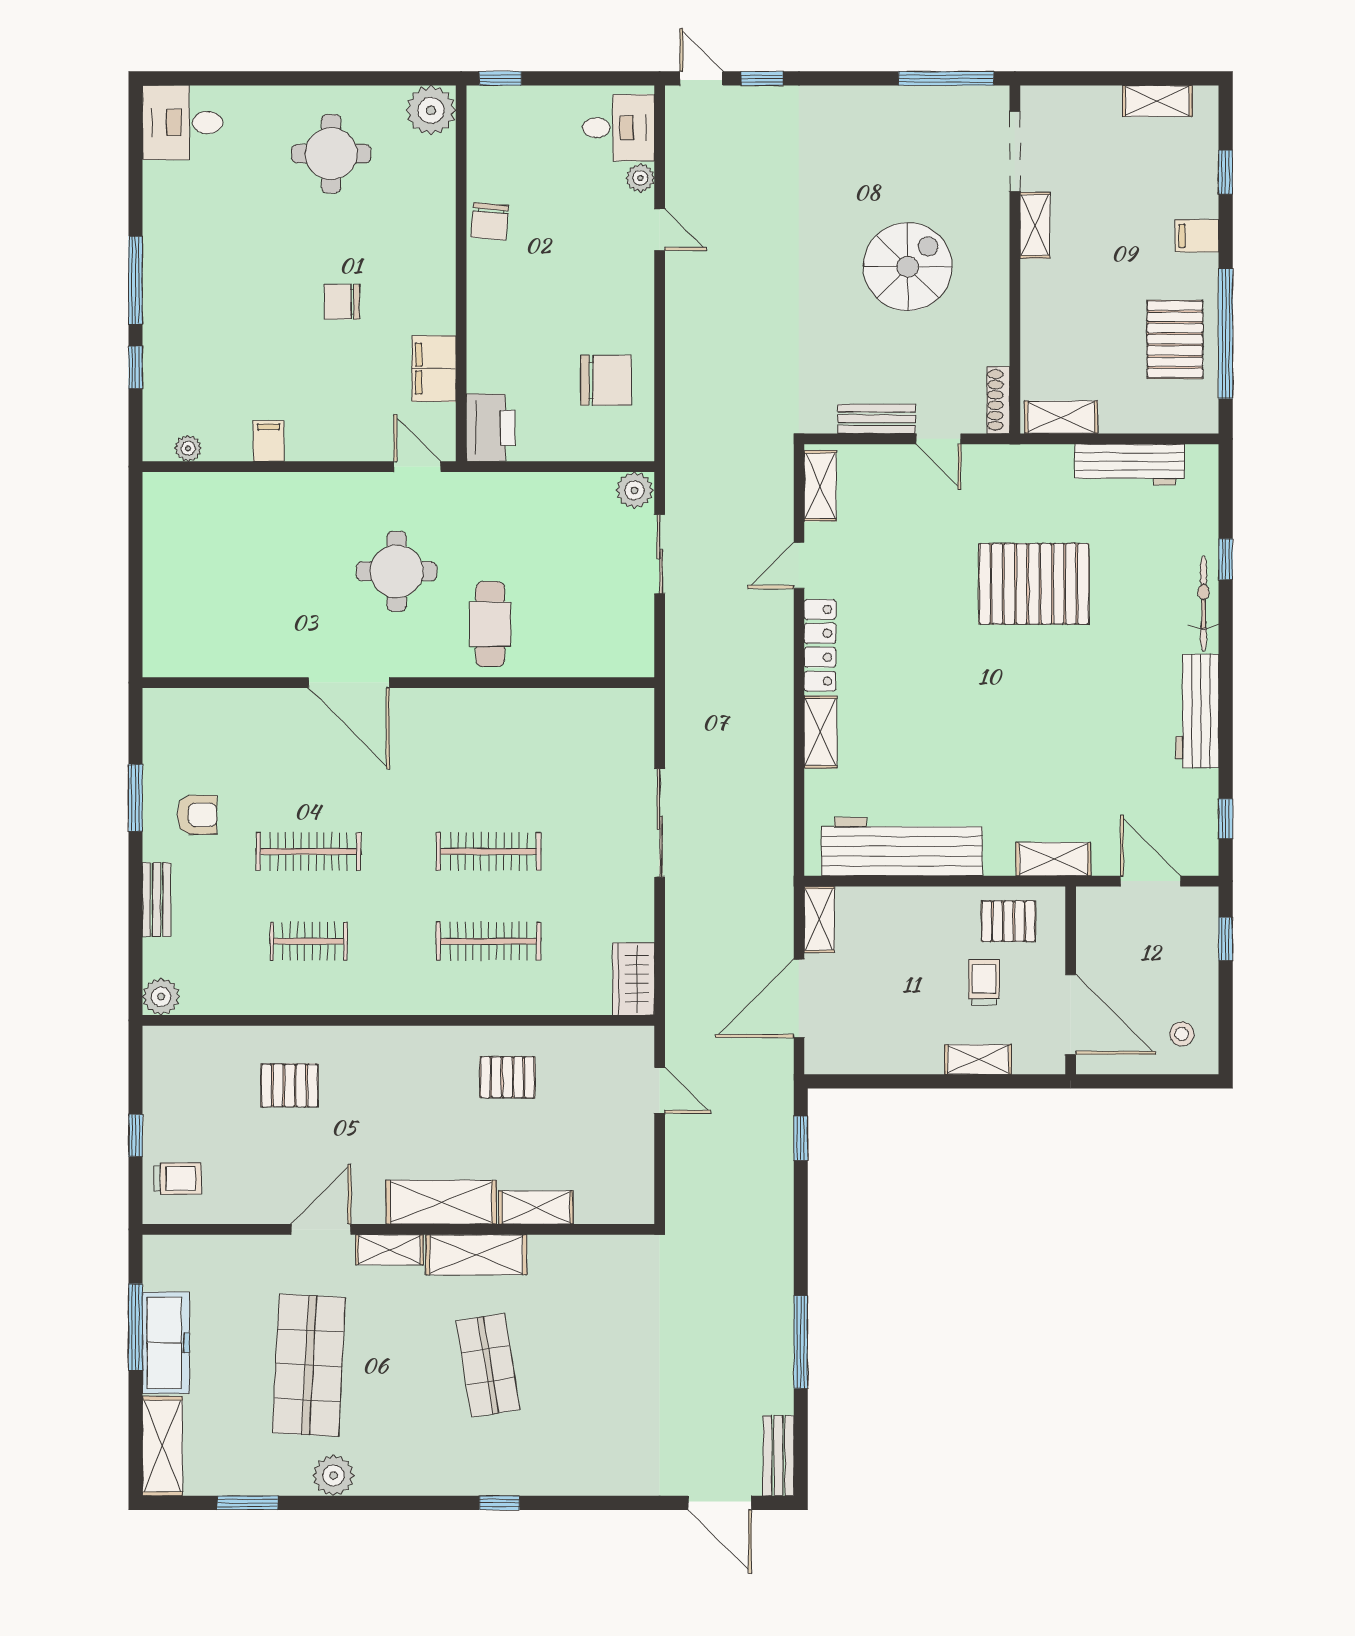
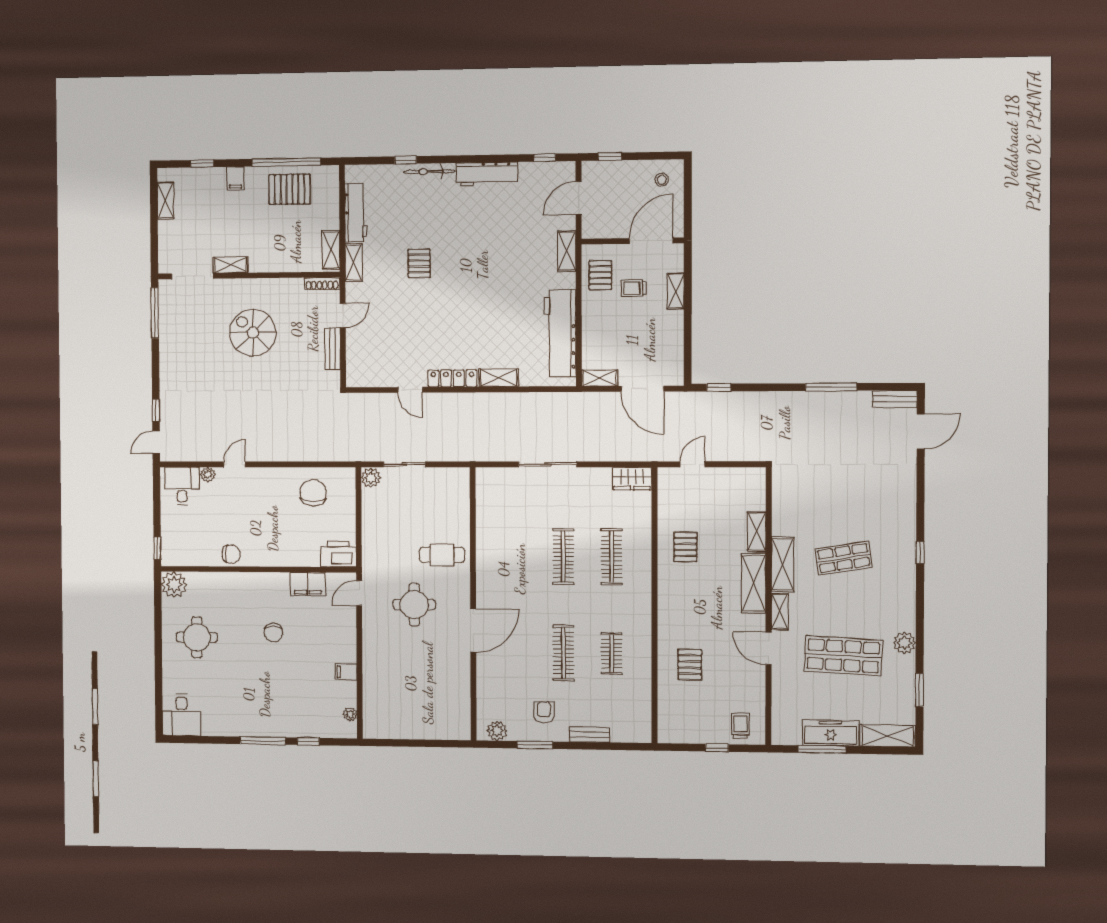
shelving: (820, 486) -> (354, 262), moved, turned 90
pallet: (1034, 584) -> (419, 263), width x0.49, depth x0.50
plant: (161, 997) -> (497, 731), moved

